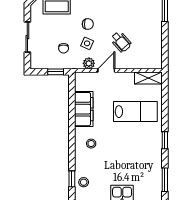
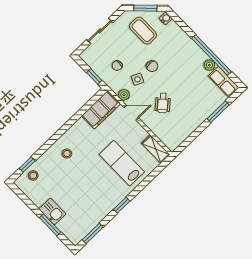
filing cabinet: (84, 109) -> (101, 110), moved
lab bench: (135, 112) -> (122, 163), turned 180

